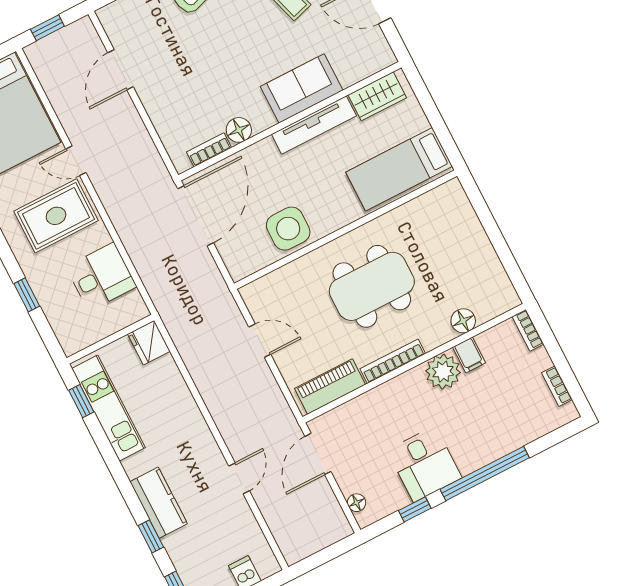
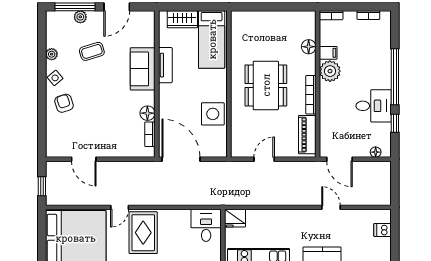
wardrobe: (377, 96) -> (182, 19), moved, turned 90
tv unit: (314, 125) -> (165, 65), width x0.71
desk: (101, 277) -> (206, 225), moved

